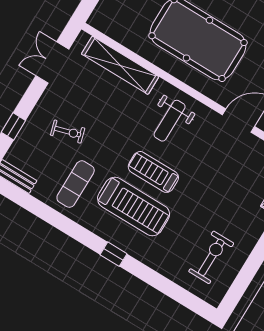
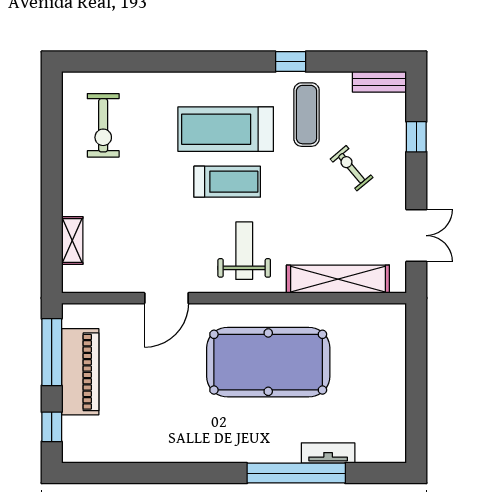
exercise bike: (68, 132) -> (352, 168), turned 66
window: (113, 254) -> (291, 62), moved

